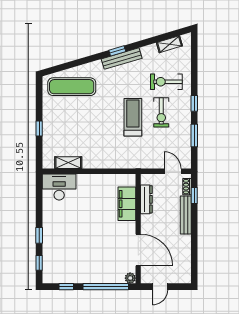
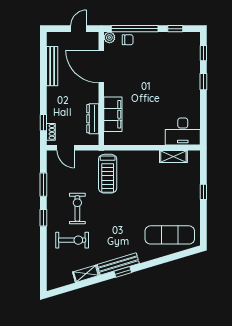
shelving: (169, 44) -> (86, 274), moved
treadmill: (133, 117) -> (108, 174), moved
bench: (186, 215) -> (52, 66), moved
chair: (113, 276) -> (128, 40), added

